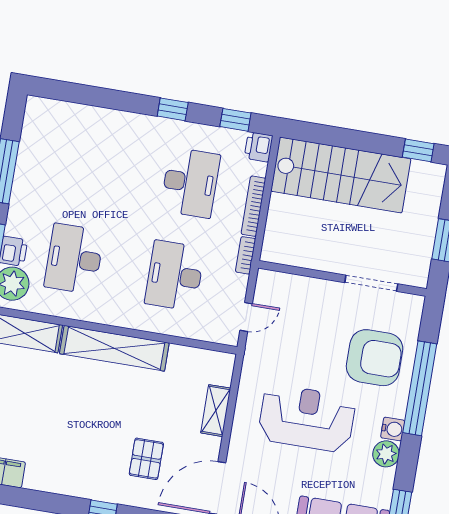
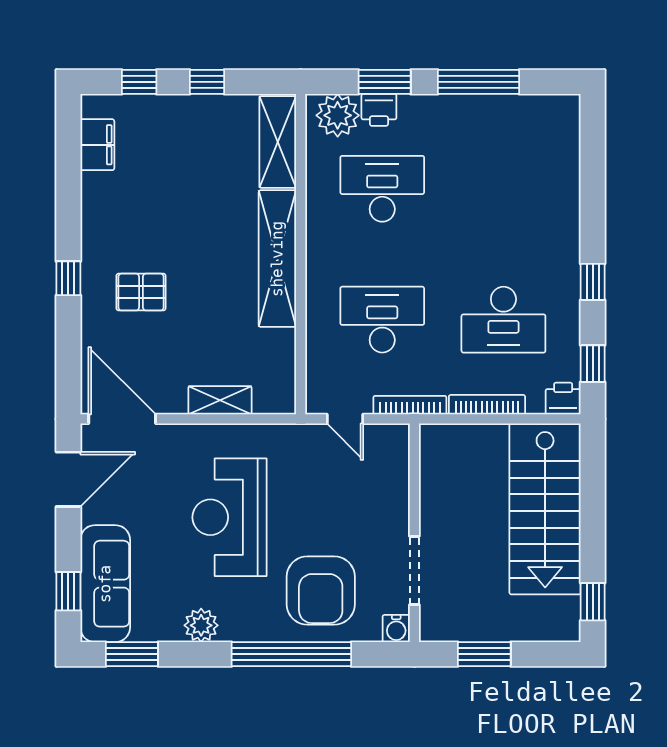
bookcase: (246, 255) -> (410, 405), width x1.56
reception desk: (307, 418) -> (230, 517), turned 180
water cooler: (393, 429) -> (396, 629), moved
pallet: (146, 459) -> (141, 292), moved

